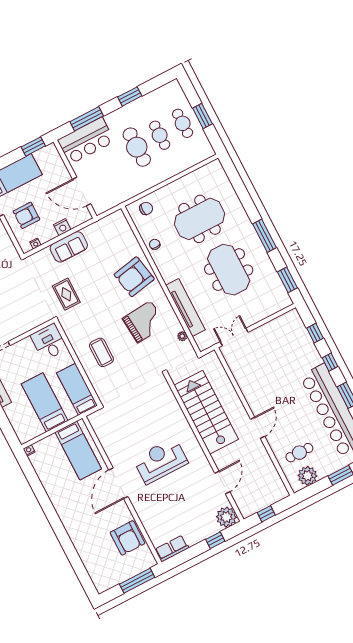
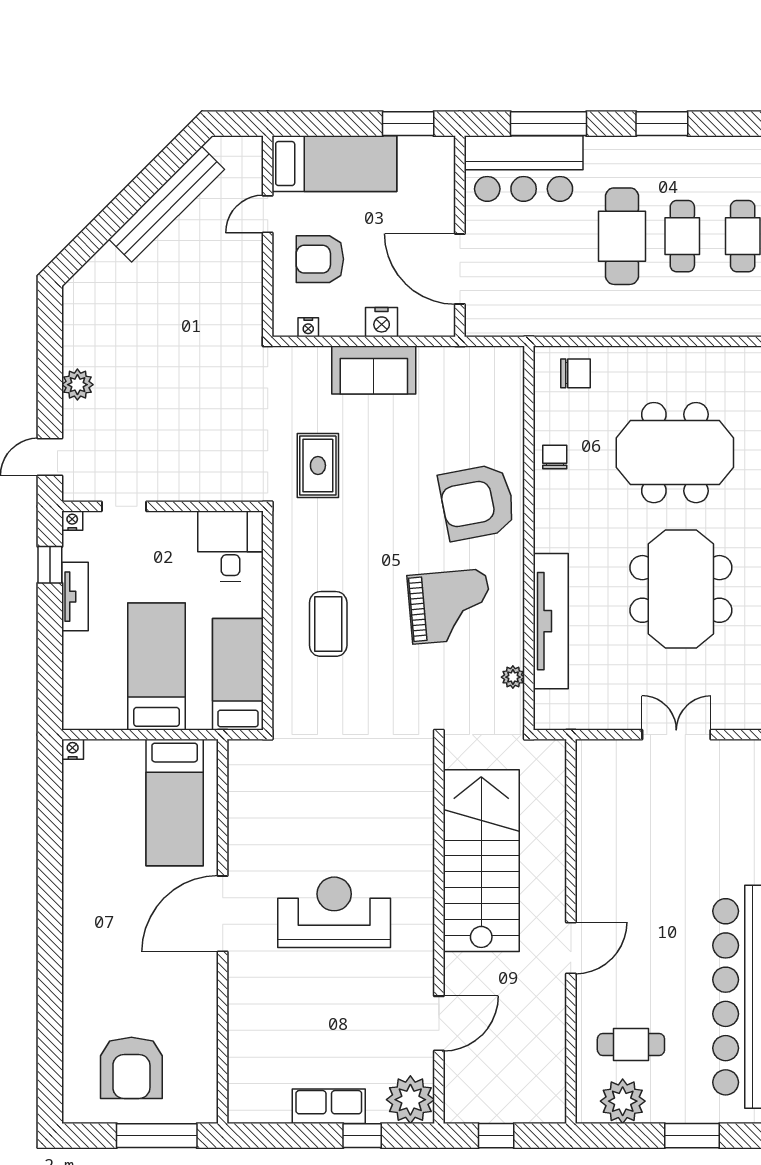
double door: (234, 337) -> (676, 735), moved
armchair: (127, 538) -> (131, 1068), moved
row of seats: (172, 549) -> (329, 1106), moved

